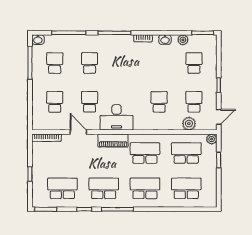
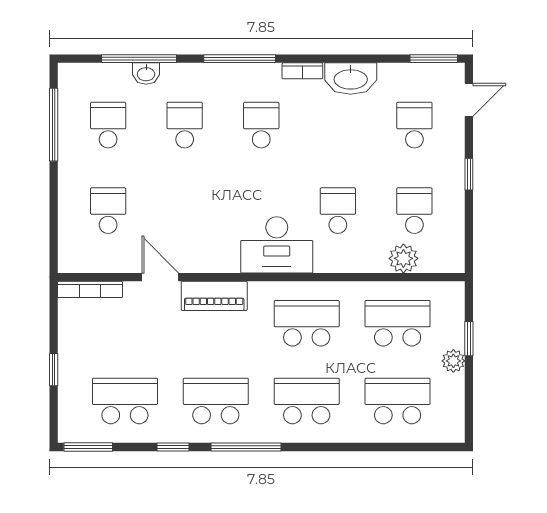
washbasin: (38, 40) -> (146, 74), moved
washbasin: (165, 40) -> (351, 79), width x1.91, depth x1.45
plant: (183, 40) -> (390, 74), removed
school desk: (90, 102) -> (261, 125), moved
desk: (116, 117) -> (277, 245), moved
door: (219, 117) -> (469, 100), moved
plant: (212, 139) -> (453, 361), moved
piano: (113, 141) -> (214, 296), moved

